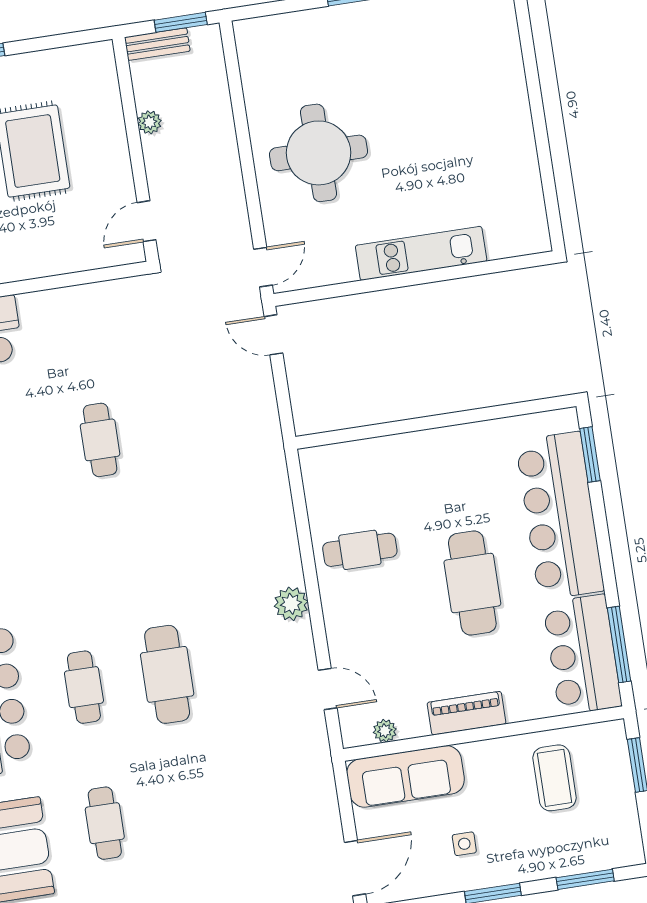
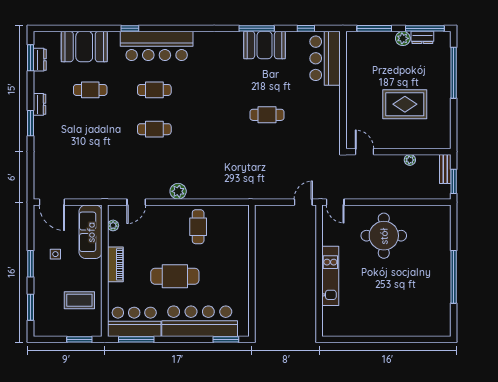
cafe table: (167, 674) -> (154, 129), width x0.73, depth x0.74

